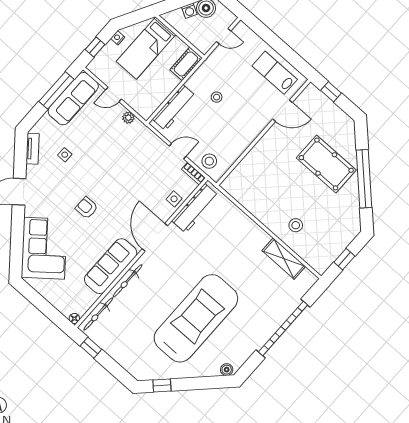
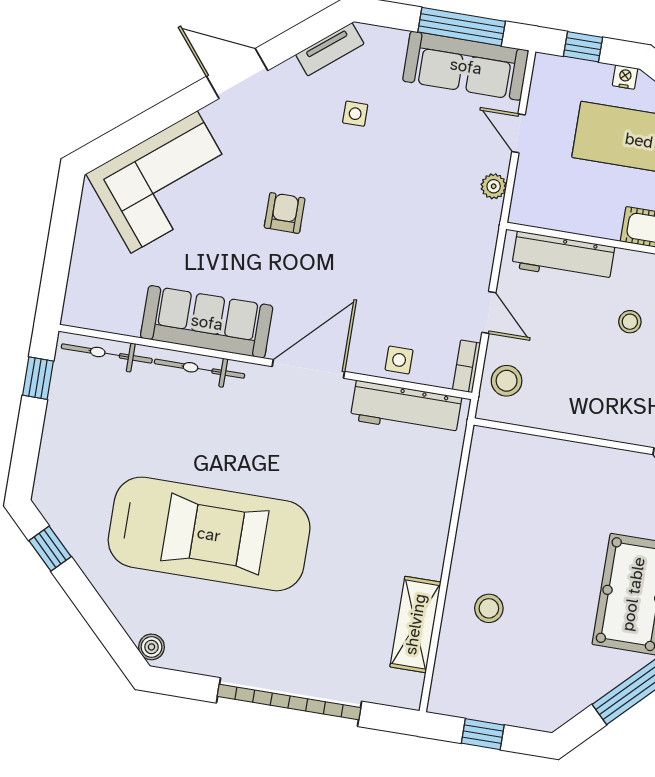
floor lamp: (74, 318) -> (72, 316), removed

